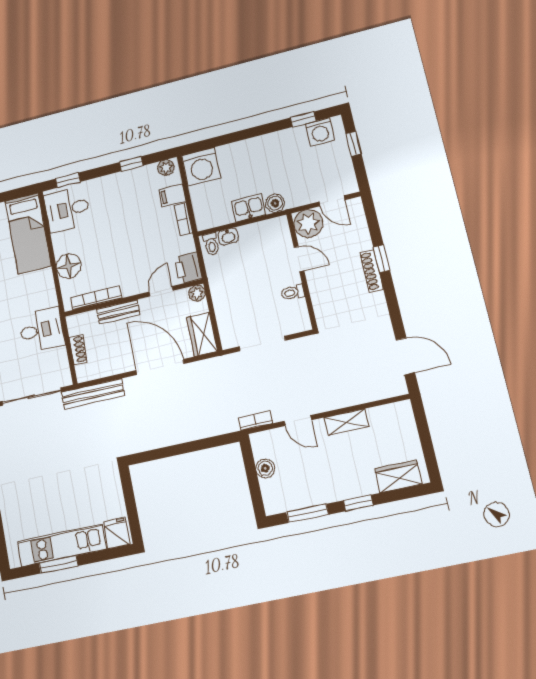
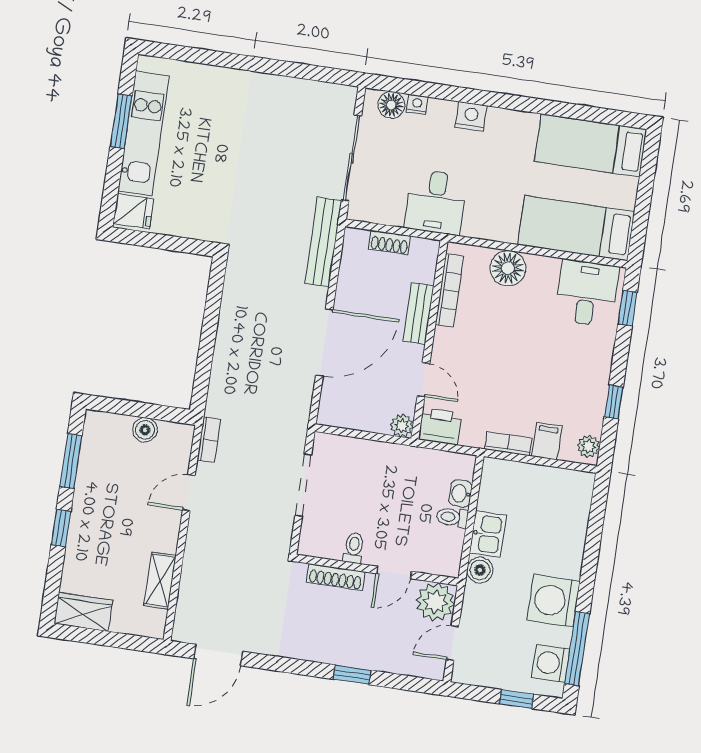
window: (303, 119) -> (577, 649), width x2.17
washing machine: (201, 167) -> (554, 601), moved
toilet: (211, 244) -> (452, 517), moved
shoe rack: (372, 271) -> (336, 577), moved, turned 180
wardrobe: (202, 334) -> (345, 413), removed
shelving: (347, 422) -> (160, 581), moved
wardrobe: (398, 476) -> (83, 612), moved, turned -90

